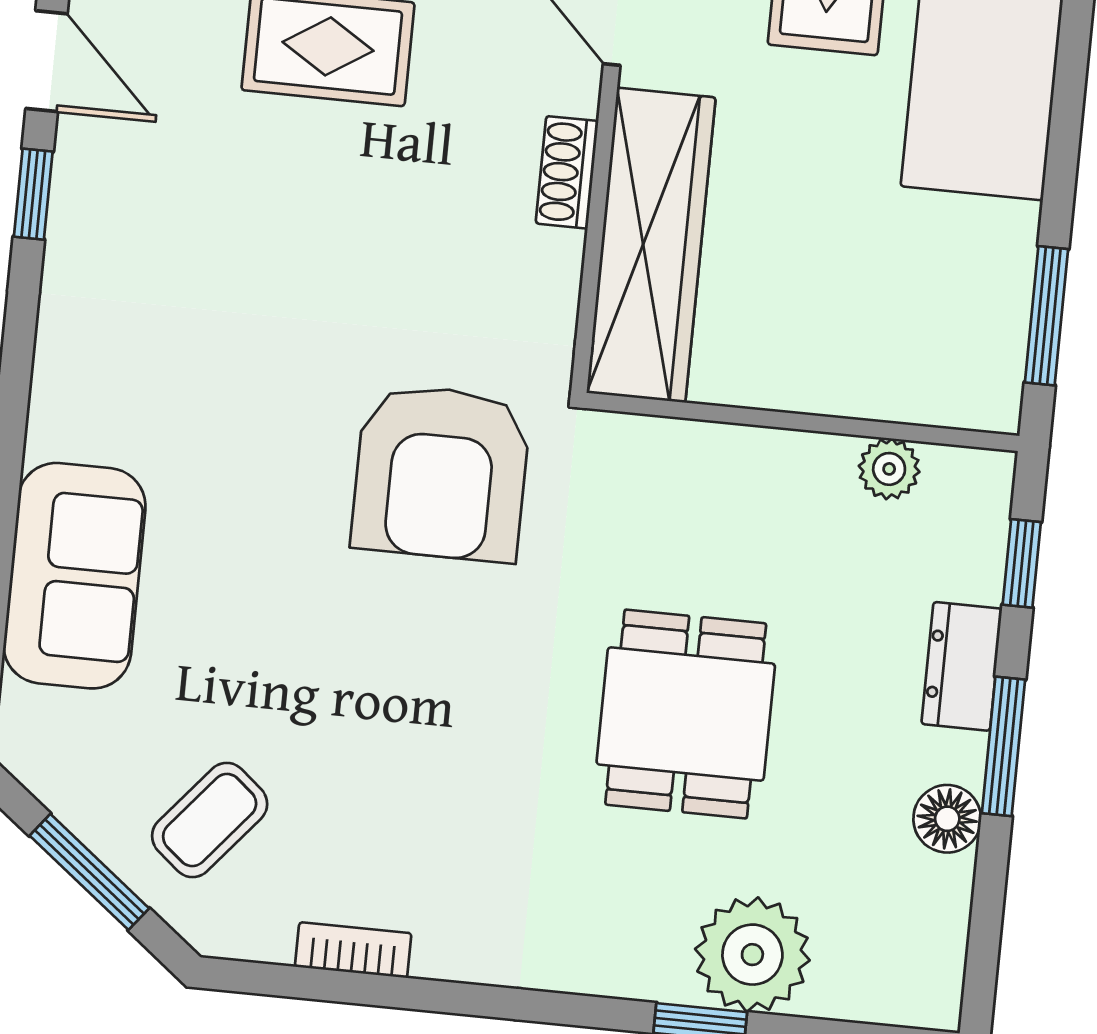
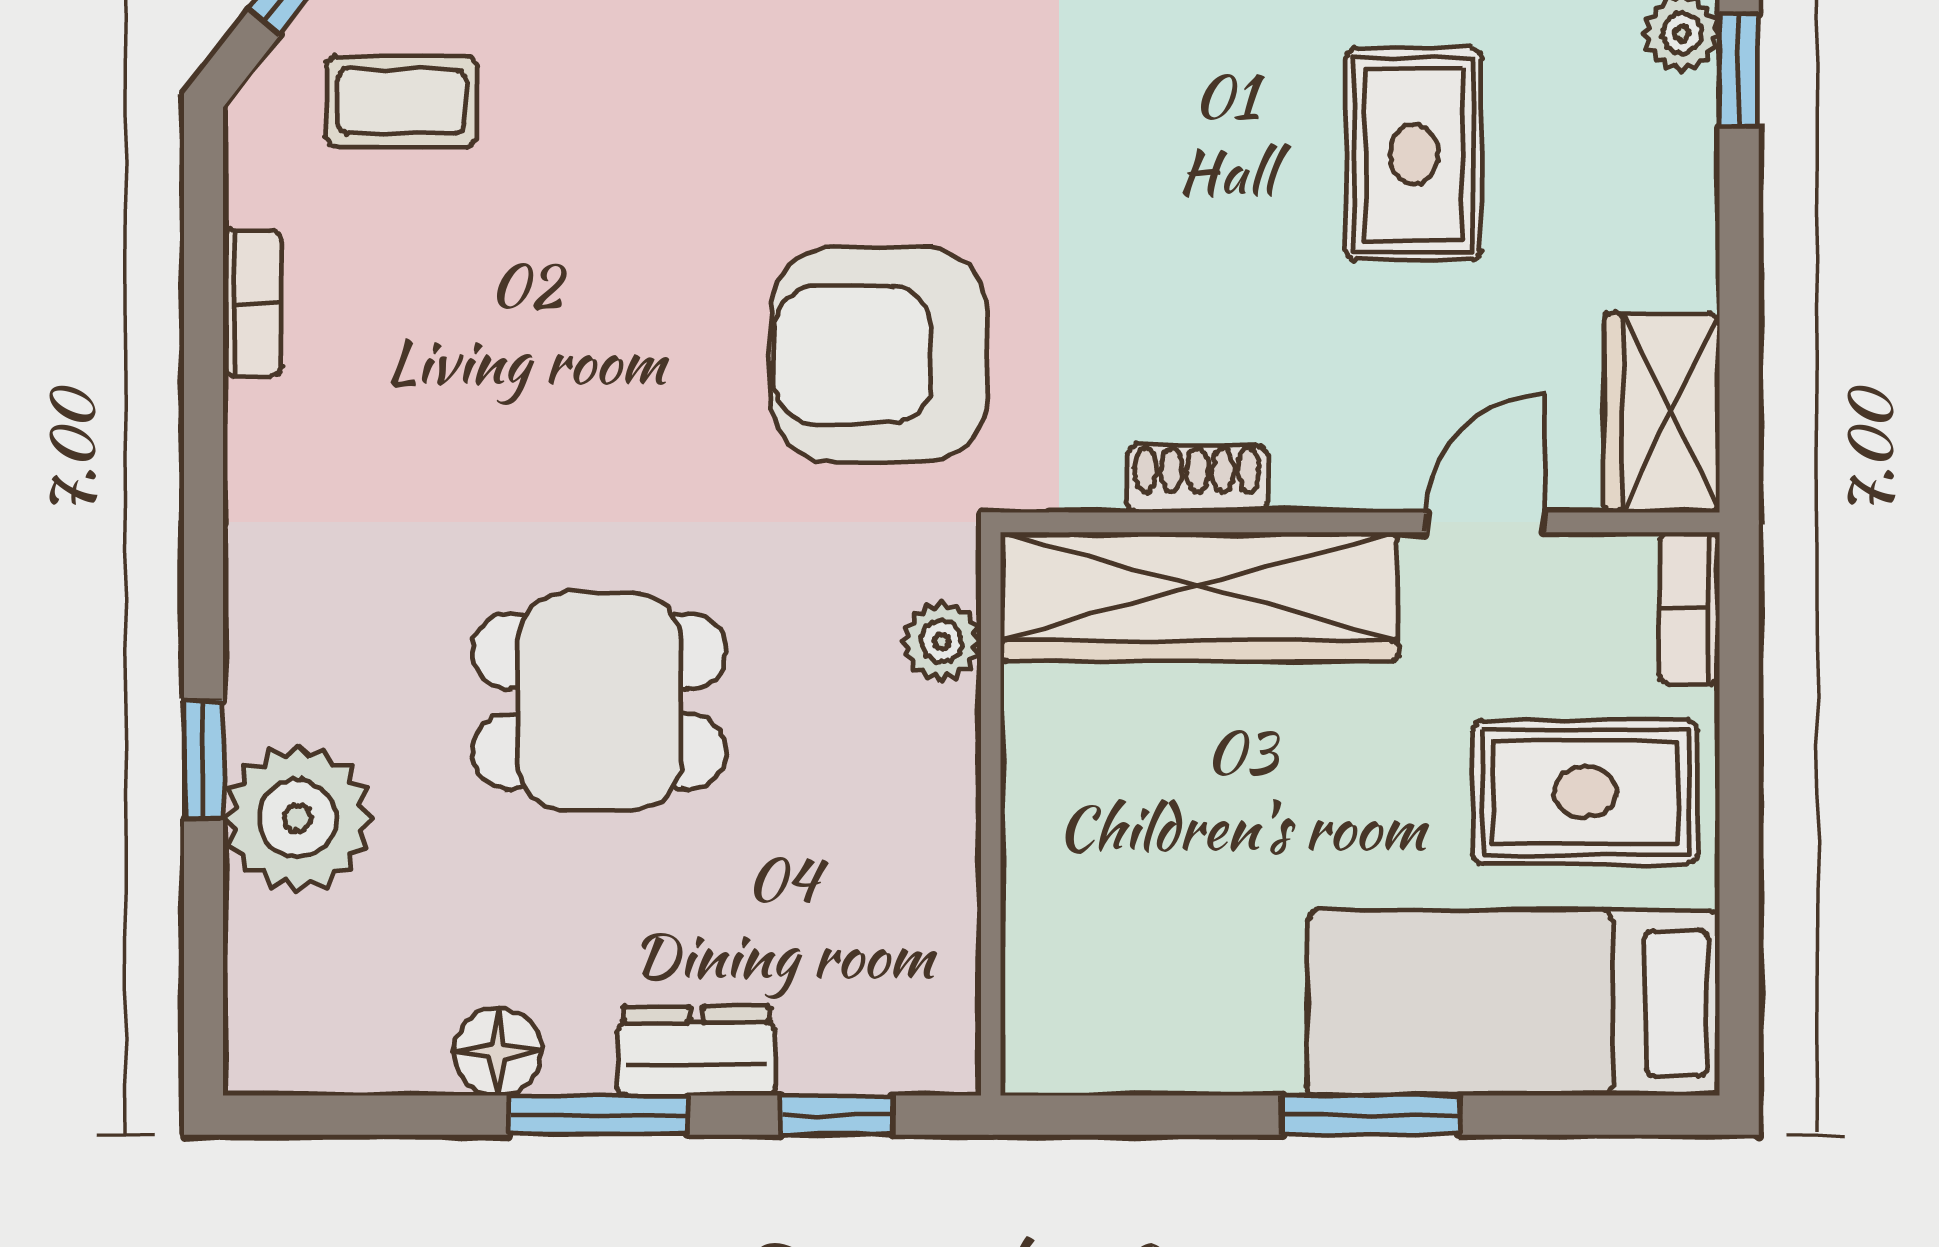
shoe rack: (567, 172) -> (1197, 479), moved
window: (1046, 316) -> (1370, 1115), moved
plant: (889, 469) -> (941, 641), moved
coffee table: (210, 820) -> (401, 101), turned -40

